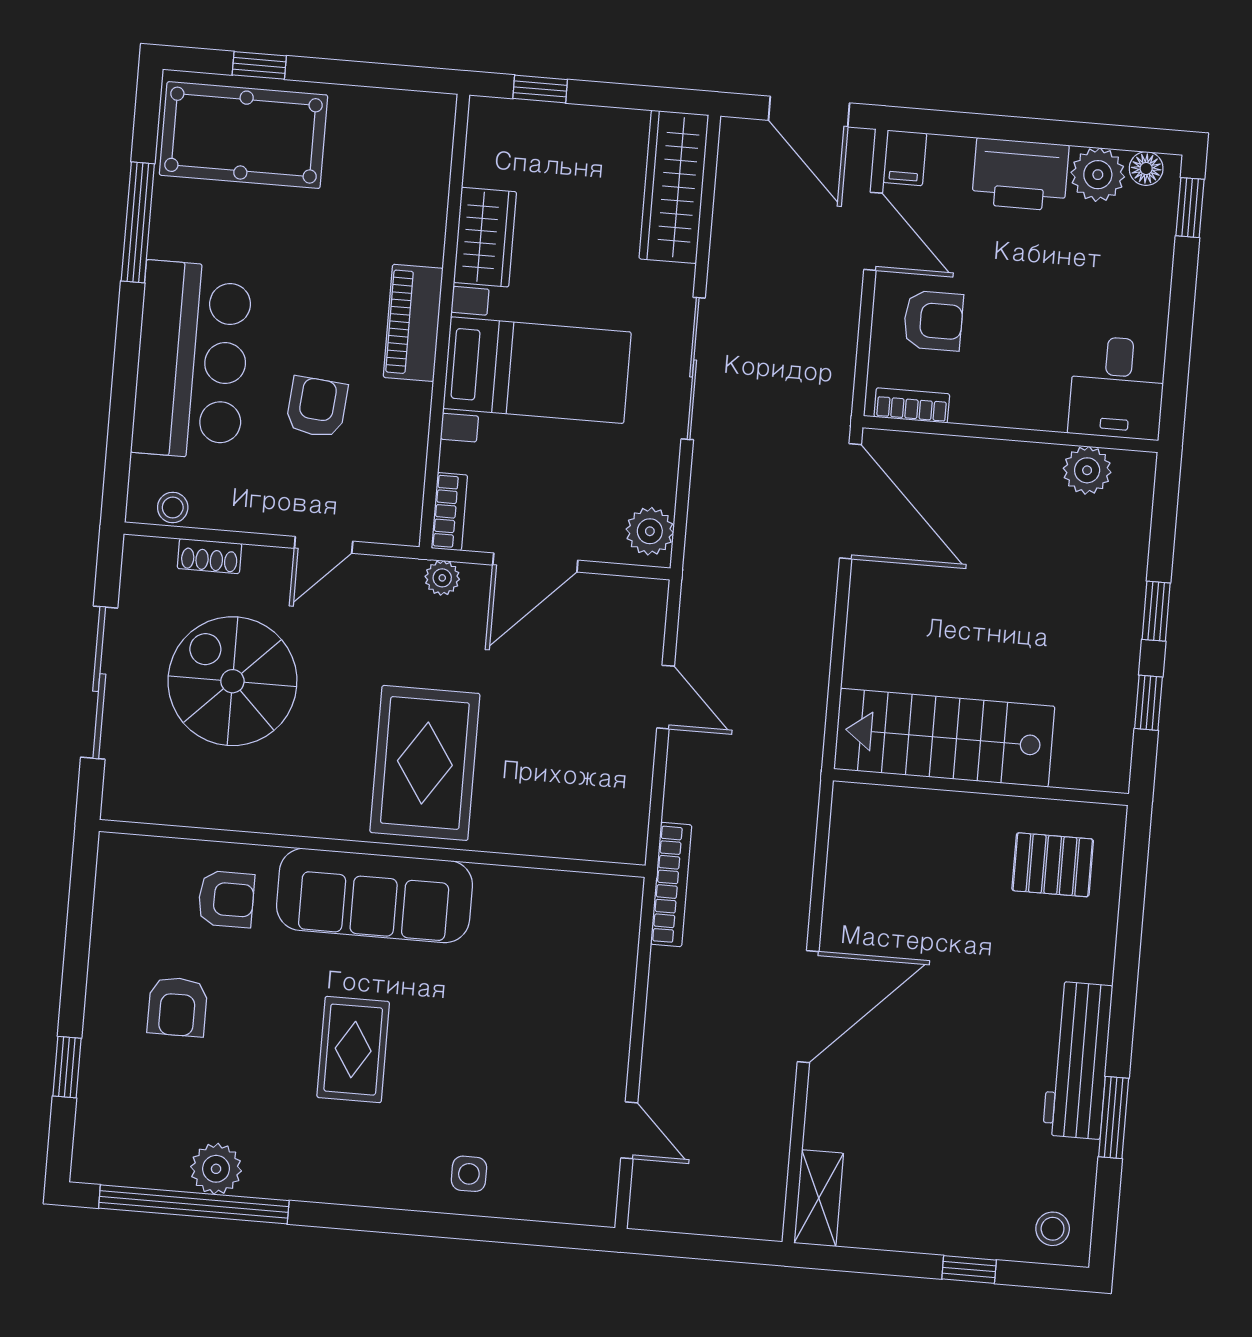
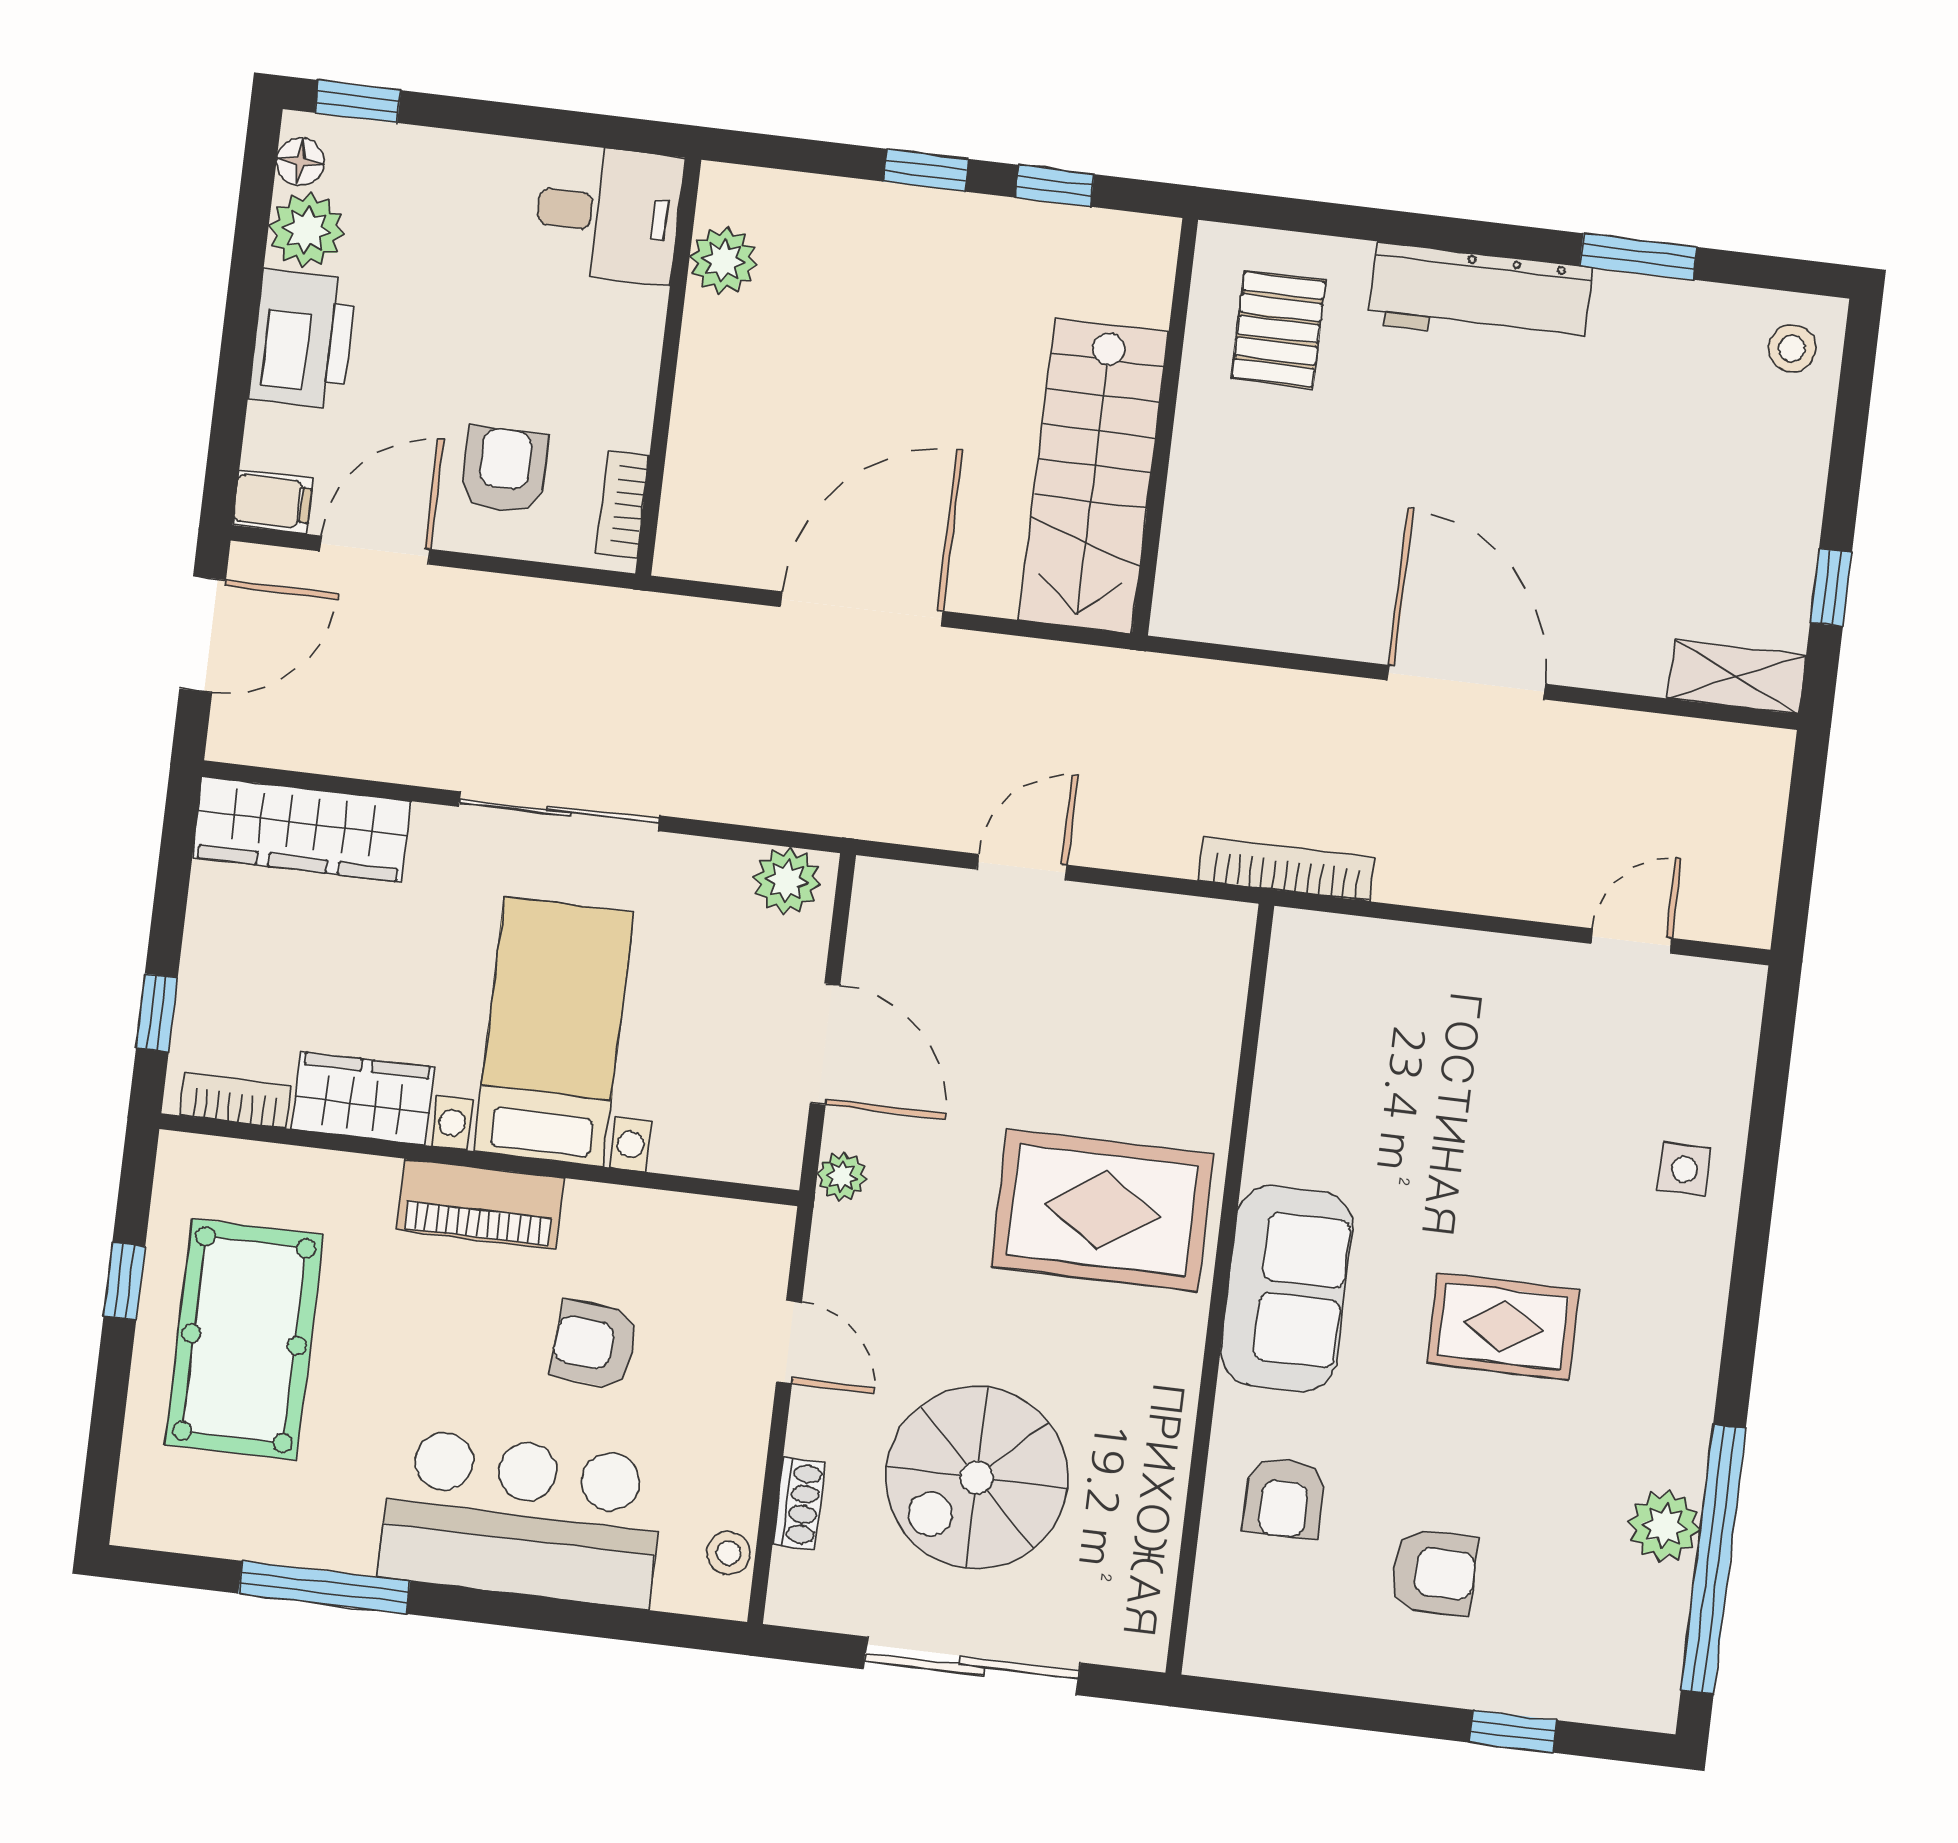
window: (259, 65) -> (124, 1281), moved
pool table: (244, 135) -> (244, 1340), moved
door: (850, 501) -> (862, 609), moved
bookcase: (449, 512) -> (235, 1101), moved
sofa: (374, 895) -> (1287, 1288), width x0.73
armchair: (226, 899) -> (1284, 1498), turned 180
workbench: (1078, 1060) -> (1480, 295), moved
window: (969, 1270) -> (1831, 587), moved

